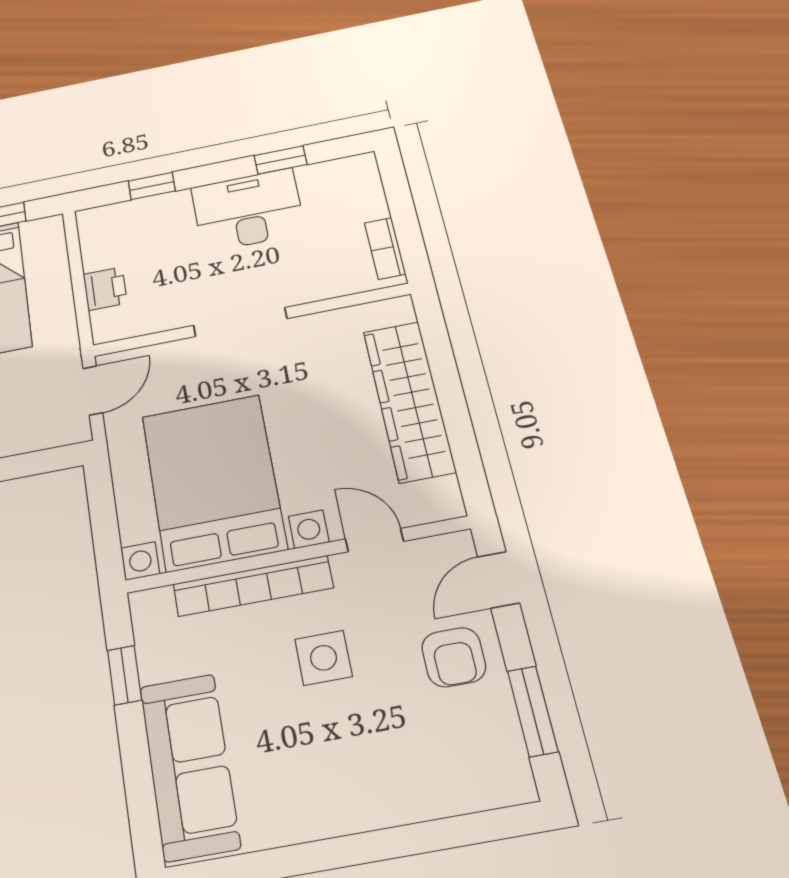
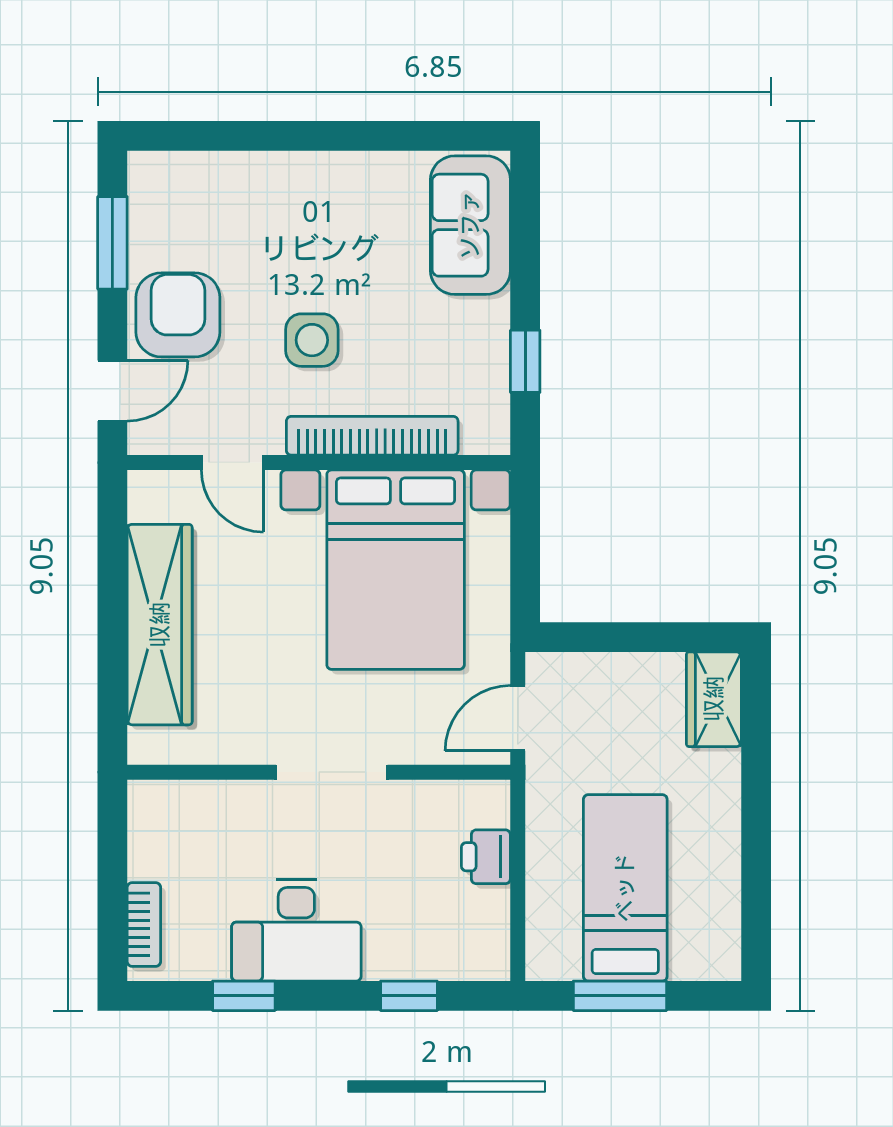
bookcase: (385, 248) -> (144, 924), moved
armchair: (454, 657) -> (178, 315), width x1.38, depth x1.38
sofa: (189, 766) -> (470, 225), width x0.73

